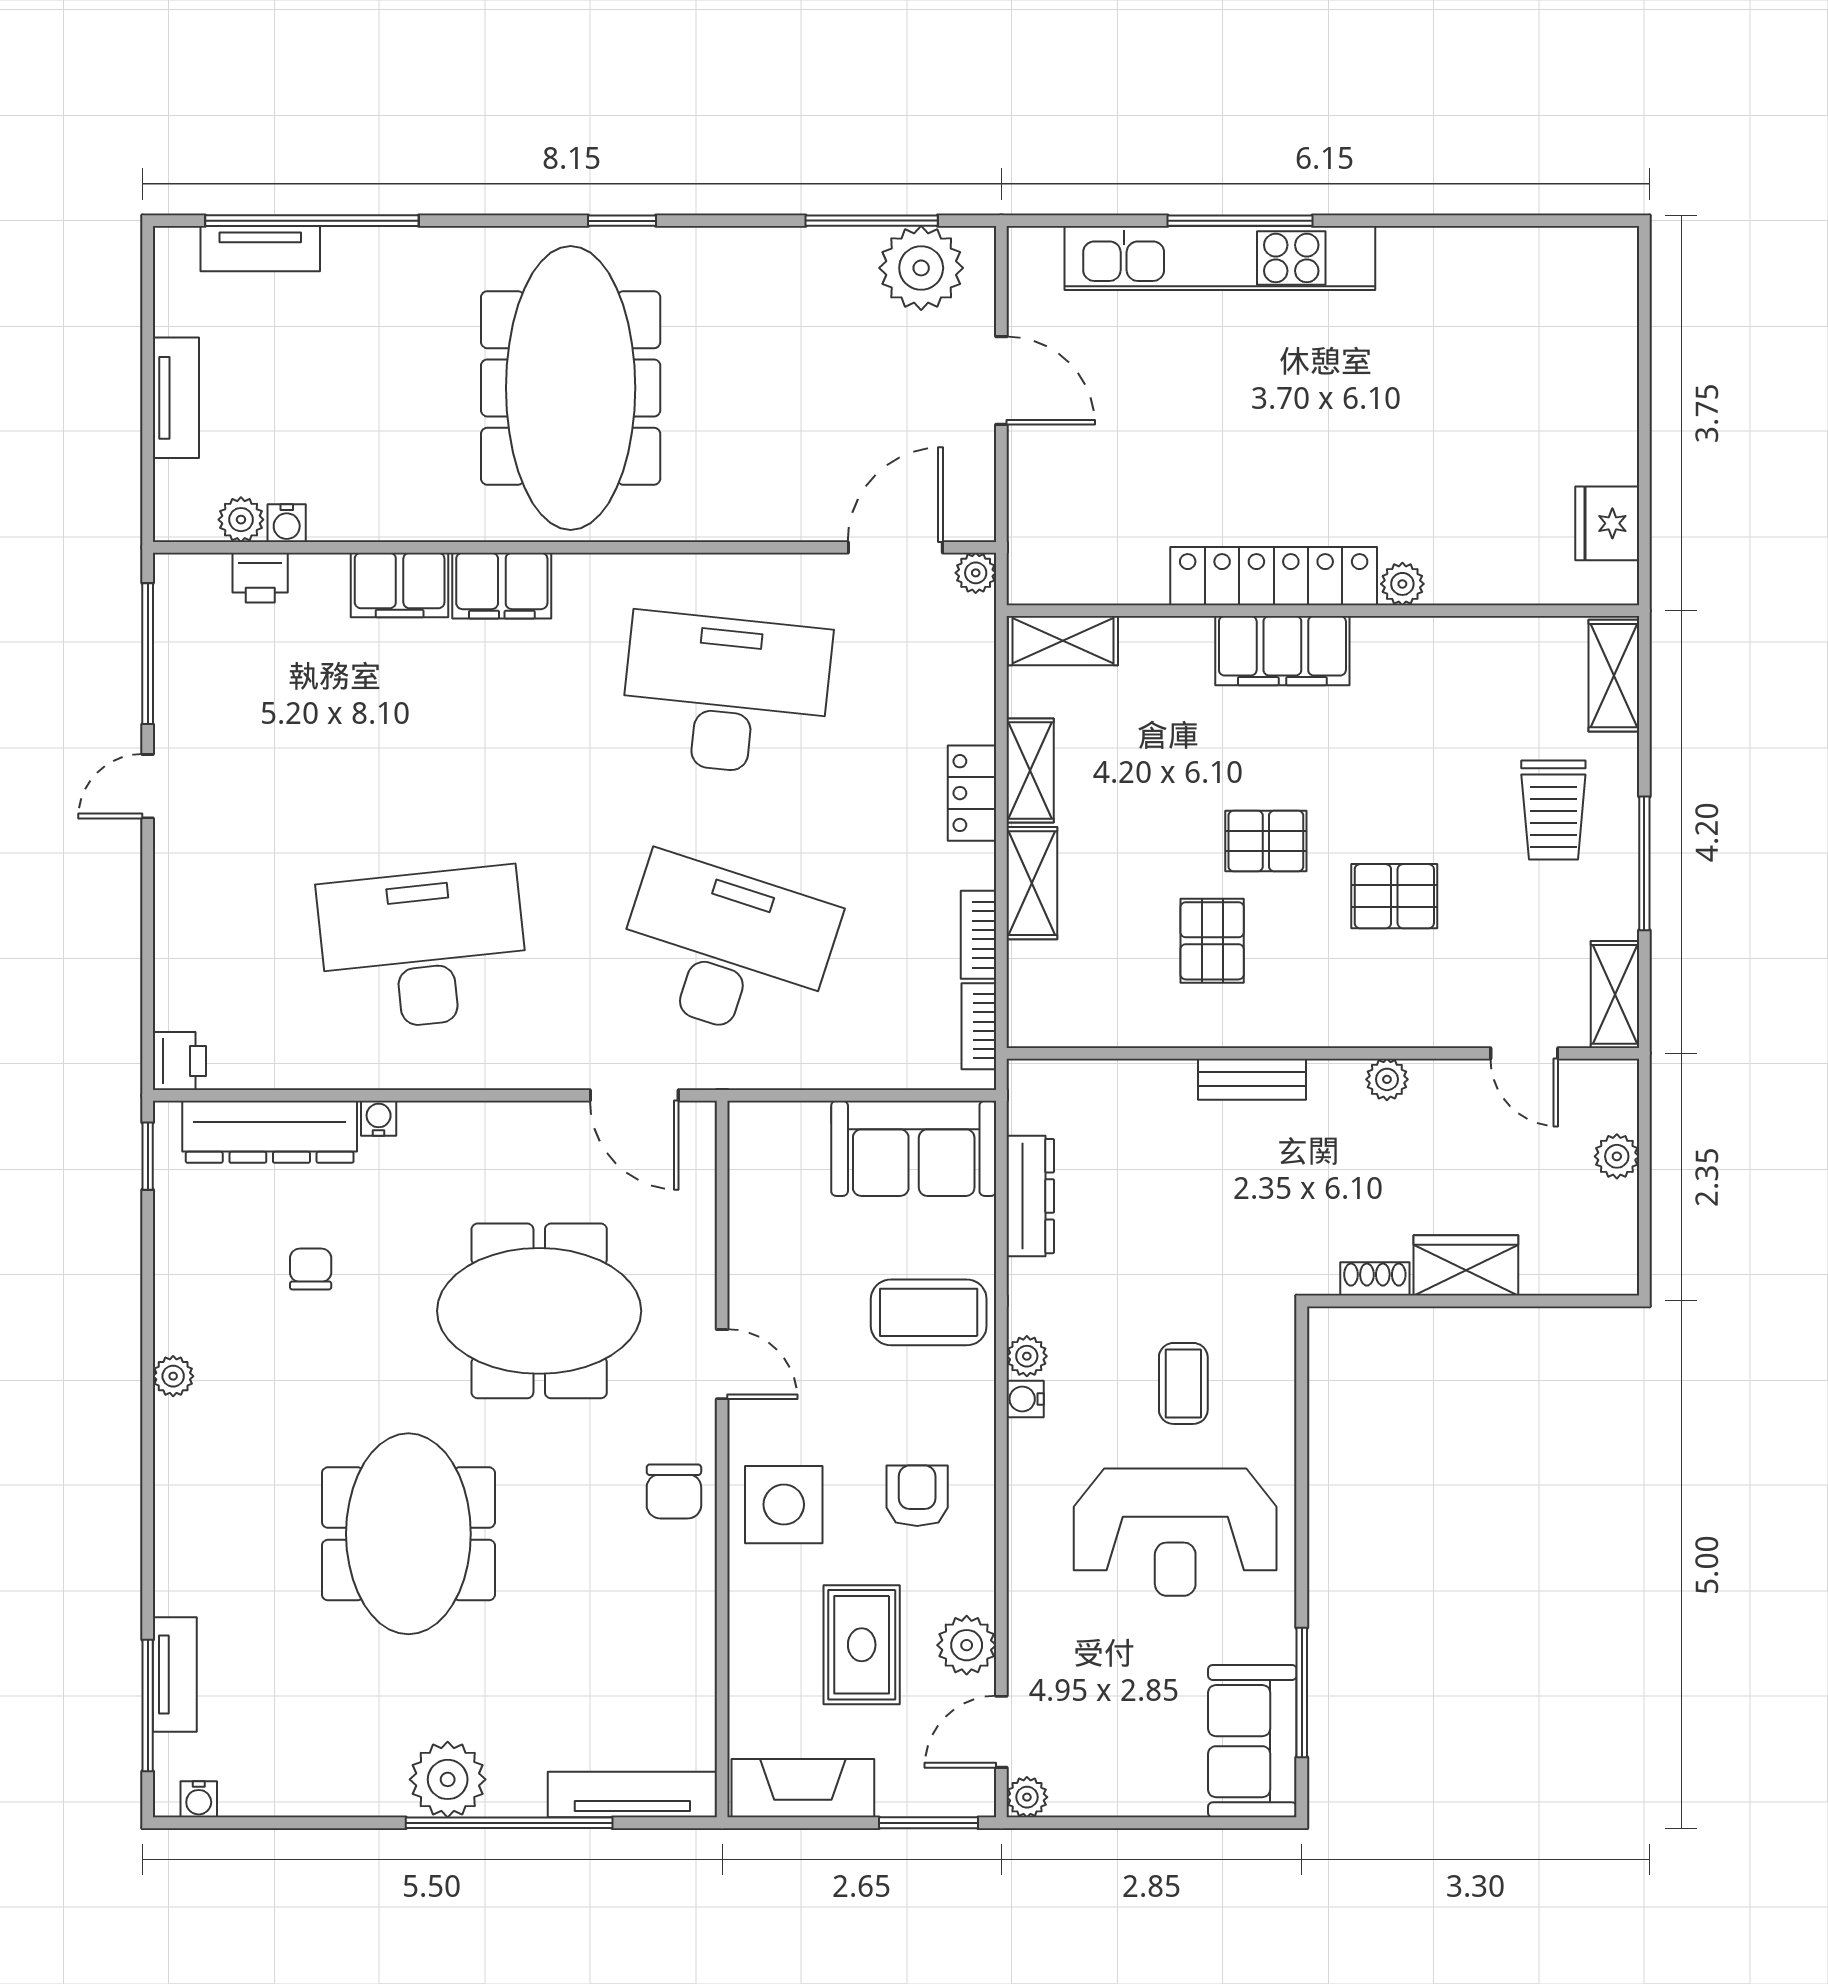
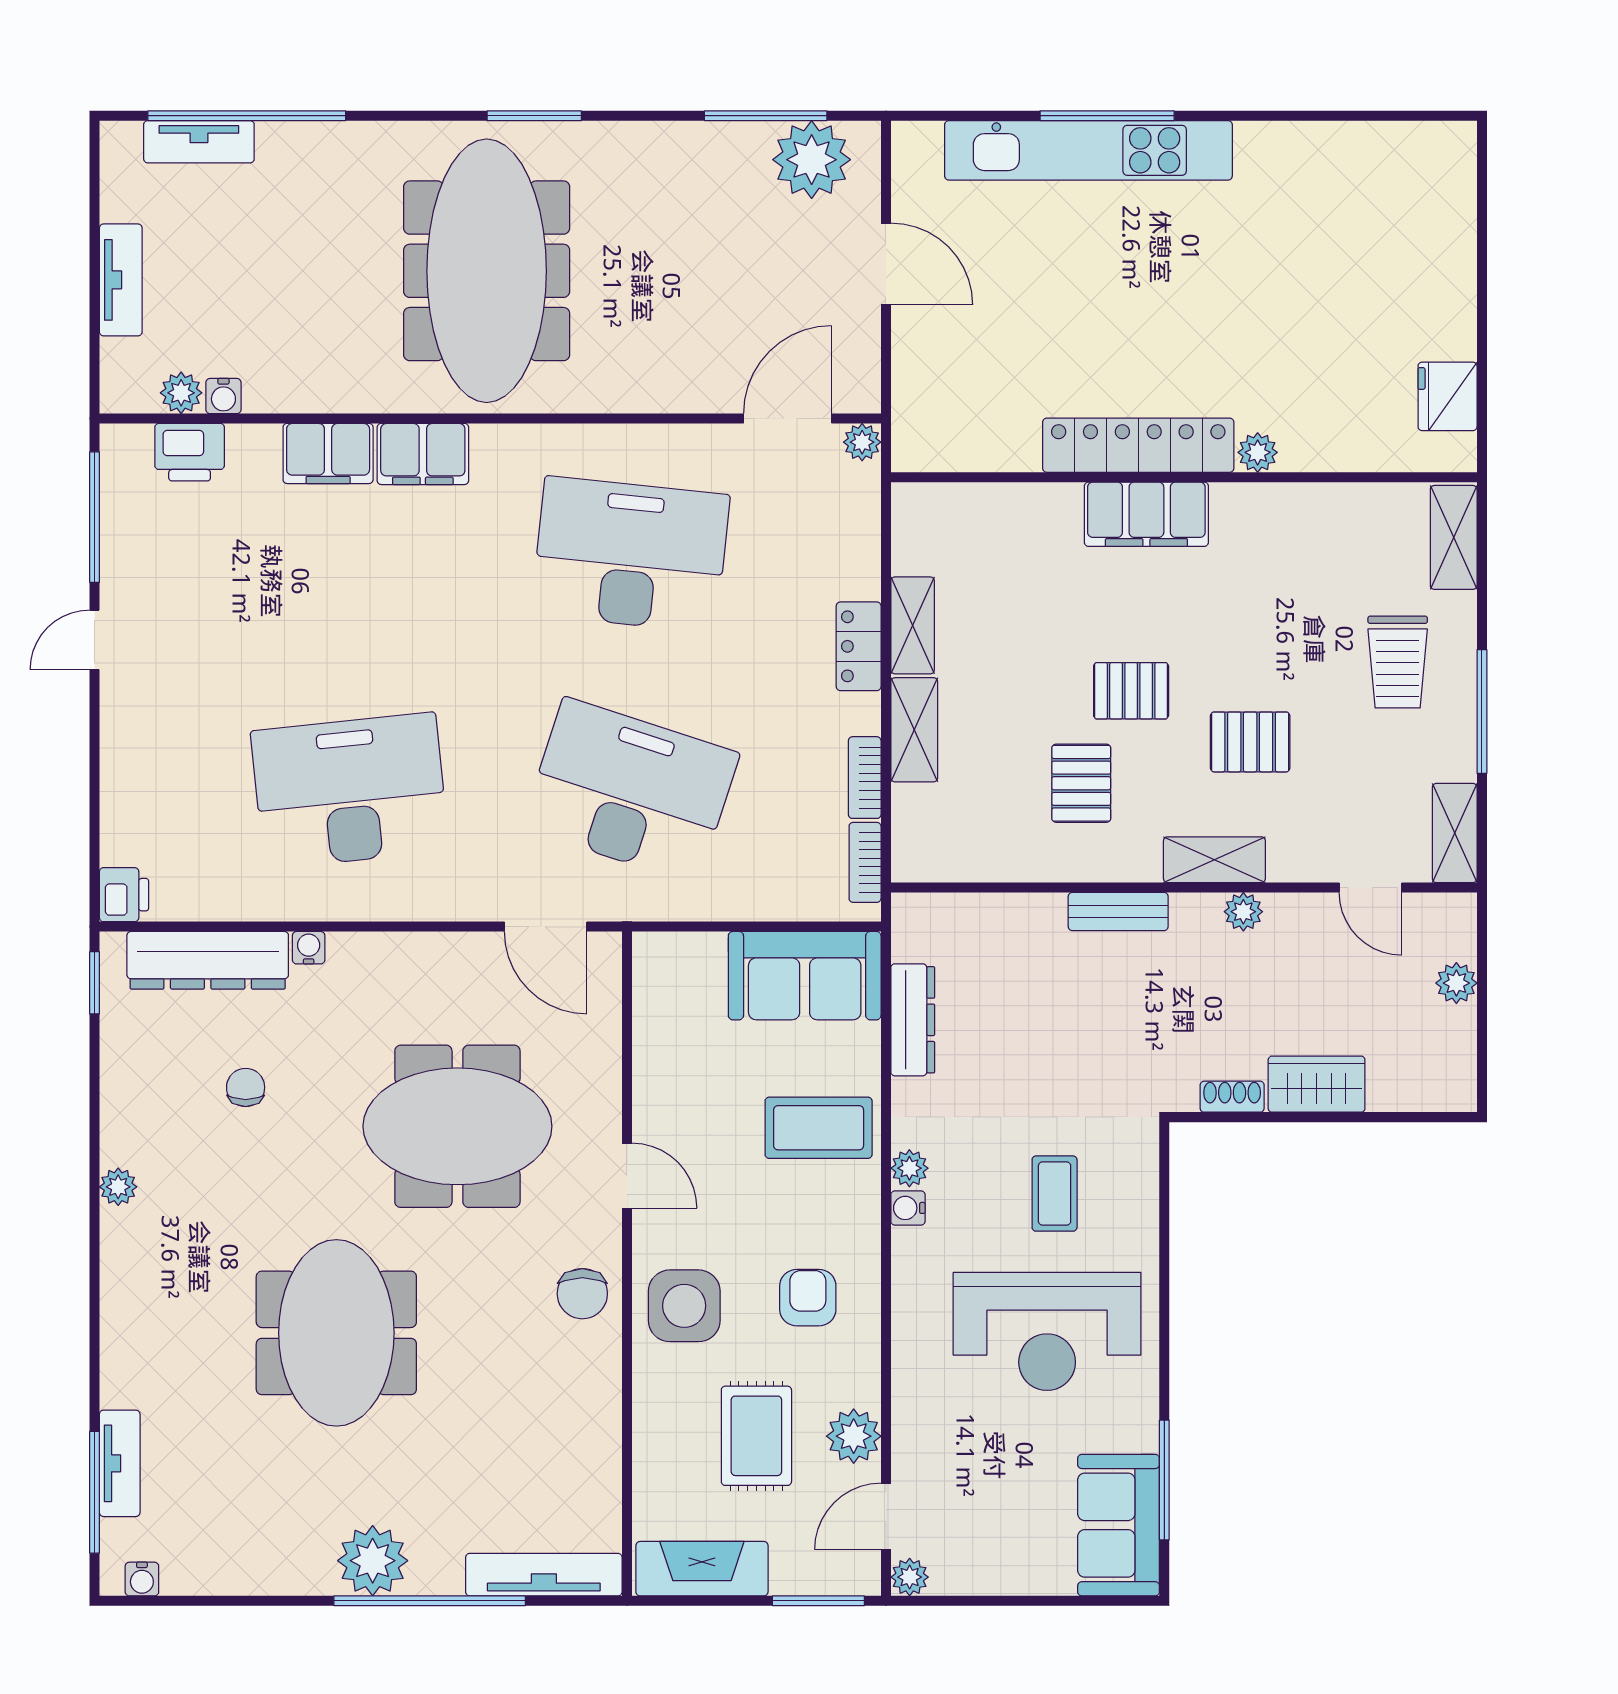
window: (622, 221) -> (534, 116), width x1.50
printer: (260, 578) -> (190, 452), width x1.36, depth x1.24
shelving: (1063, 641) -> (1214, 860), moved

